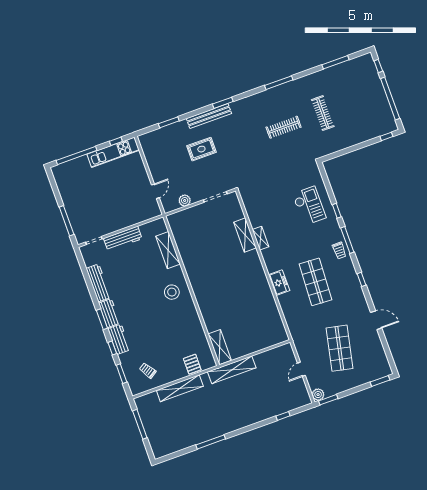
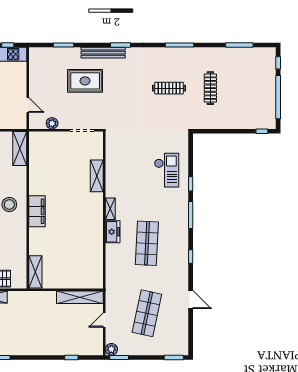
rug: (201, 149) -> (85, 81), width x1.36, depth x1.43
door: (155, 191) -> (28, 105), hinge flipped
shelving: (261, 238) -> (110, 209), moved
shelving: (168, 250) -> (20, 148), moved
trolley: (339, 251) -> (180, 222), removed
filing cabinet: (200, 289) -> (37, 211), added
shelving: (232, 370) -> (80, 297), moved

